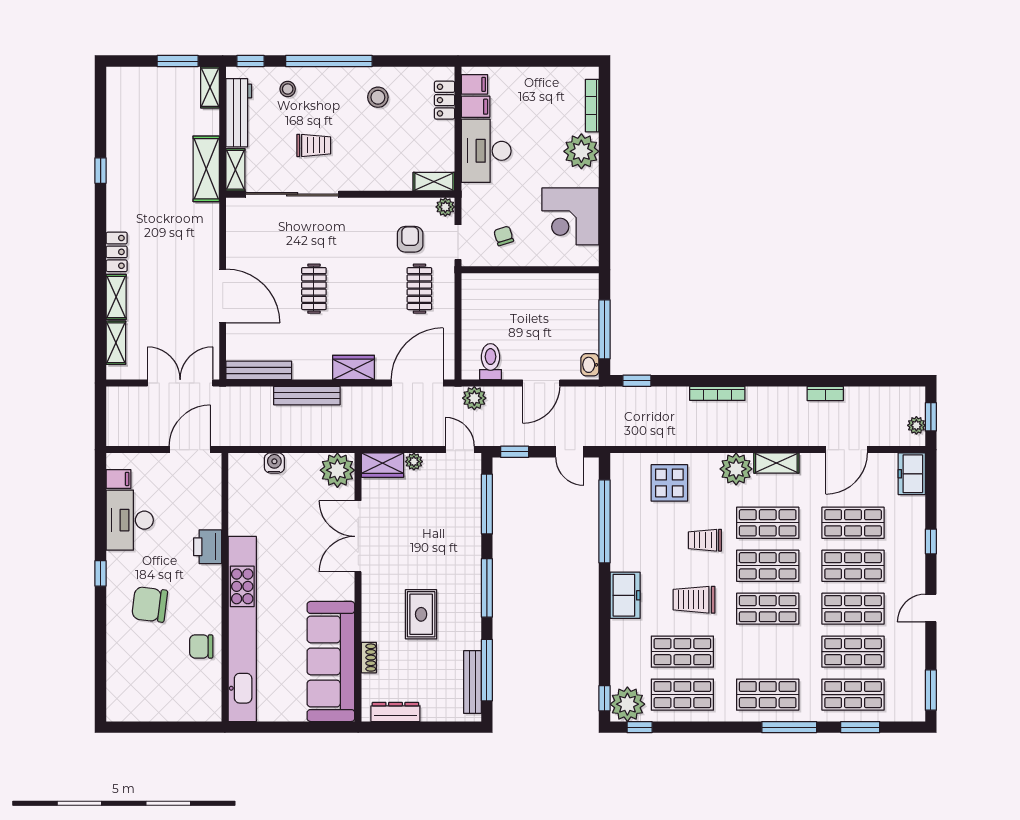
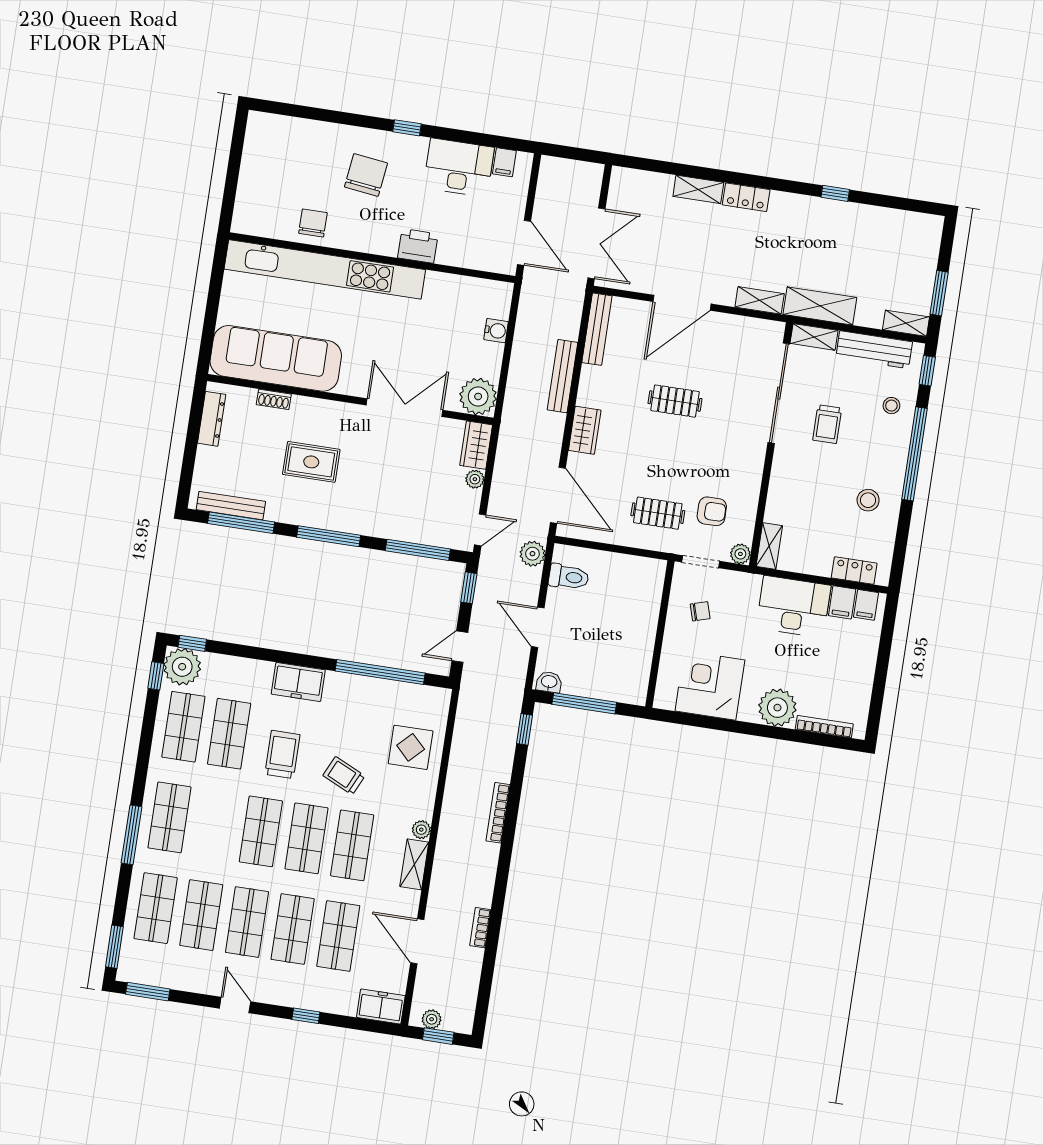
shelving: (116, 343) -> (760, 300), moved
plant: (736, 469) -> (421, 830), width x0.53, depth x0.53
trolley: (705, 540) -> (344, 776), turned -65
window: (860, 727) -> (114, 947), moved

